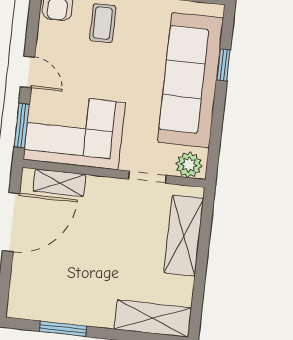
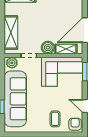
door: (28, 72) -> (85, 106), moved
boiler: (101, 191) -> (48, 48), added

